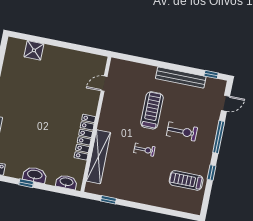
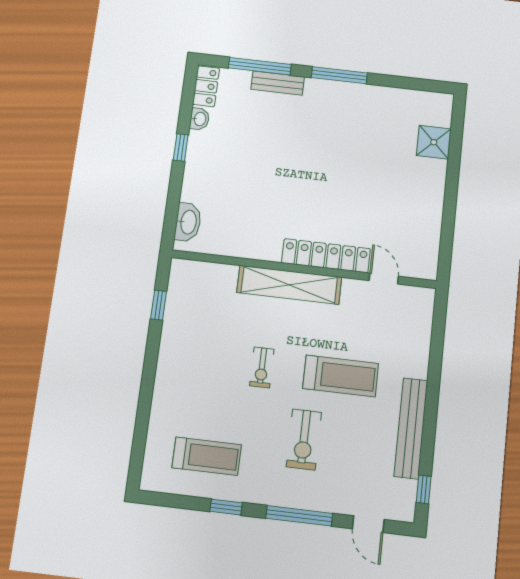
locker: (85, 137) -> (326, 256), moved
shelving: (98, 157) -> (289, 285), moved
washbasin: (35, 175) -> (200, 119), moved, width x0.52, depth x0.69
treadmill: (186, 180) -> (207, 456), turned 90

